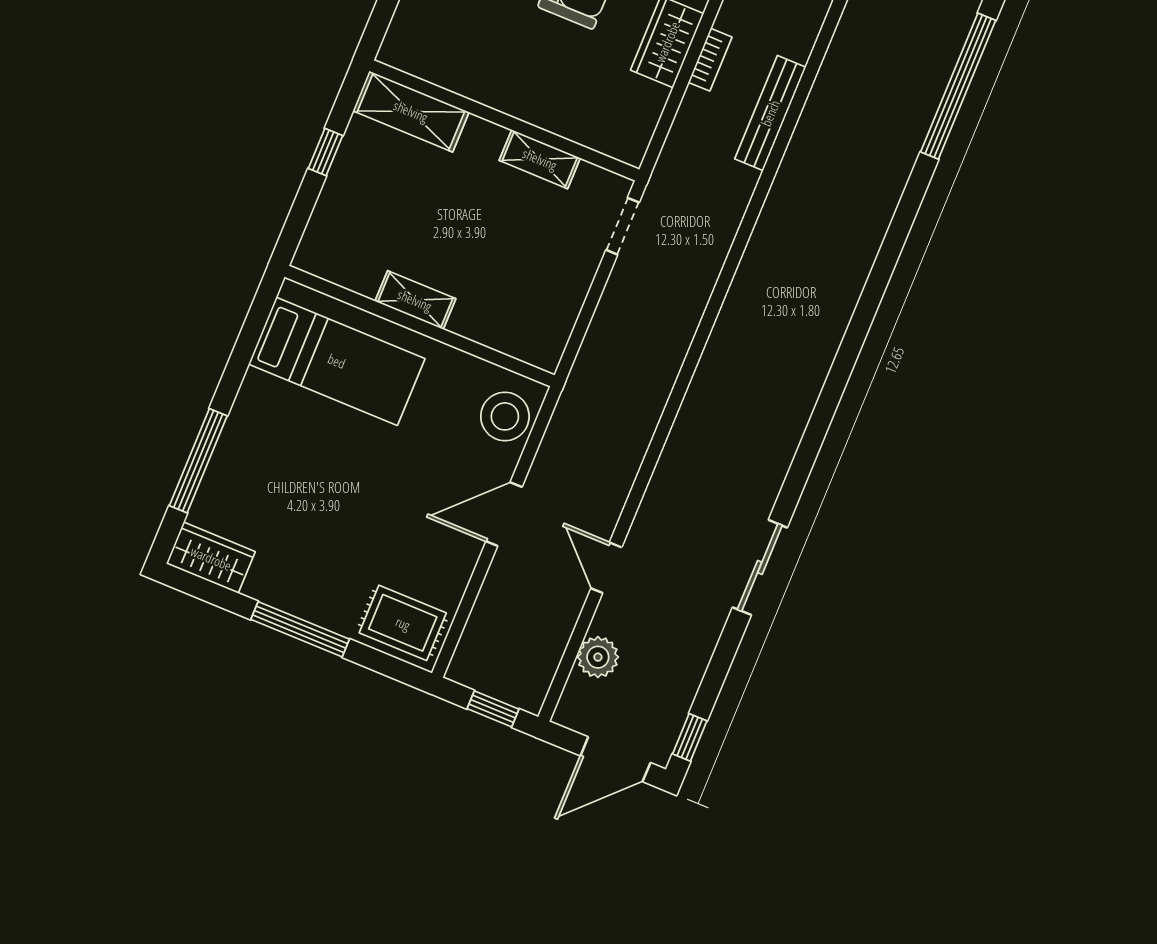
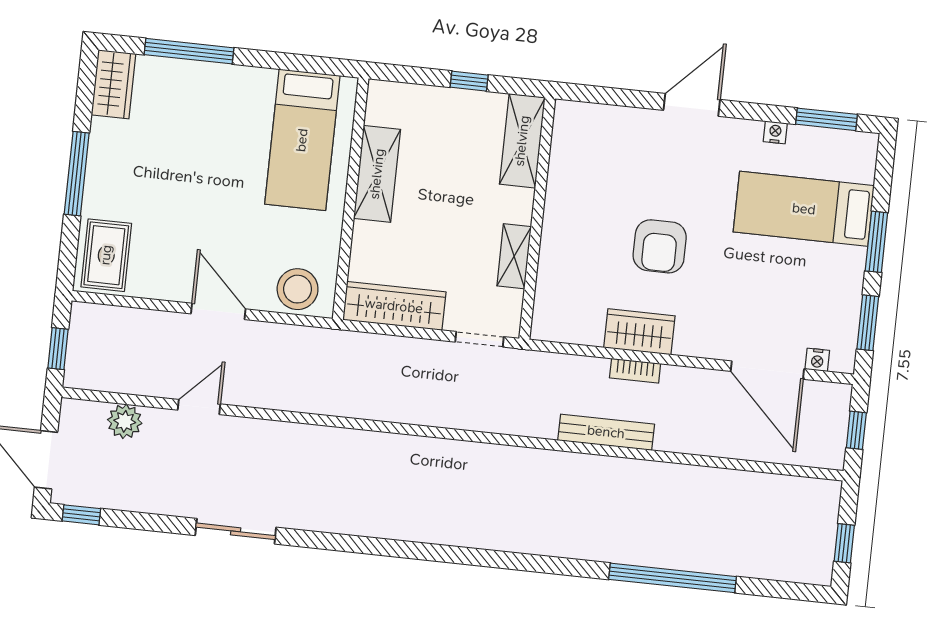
shelving: (415, 300) -> (377, 174), width x1.50, depth x1.33
wardrobe: (556, 312) -> (394, 306), added

